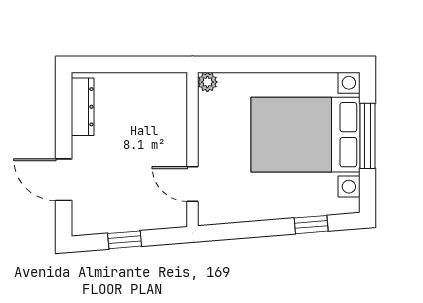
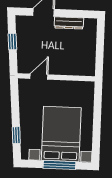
plant: (207, 82) -> (90, 86), removed
dresser: (83, 107) -> (69, 23), moved

